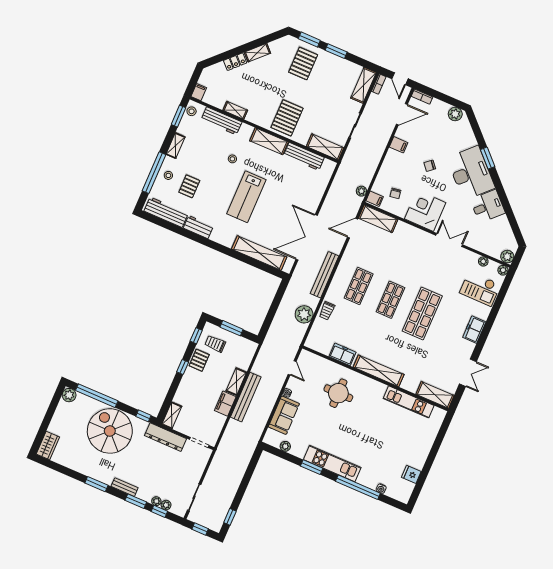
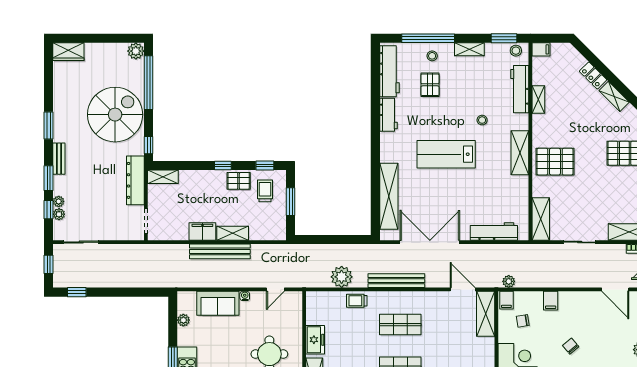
filing cabinet: (399, 145) -> (551, 301), moved
workbench: (304, 156) -> (494, 231), moved, turned 90
pallet: (189, 186) -> (430, 85), turned 90

